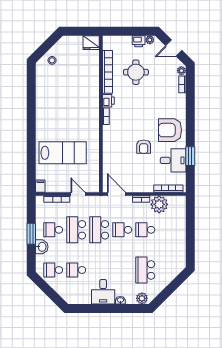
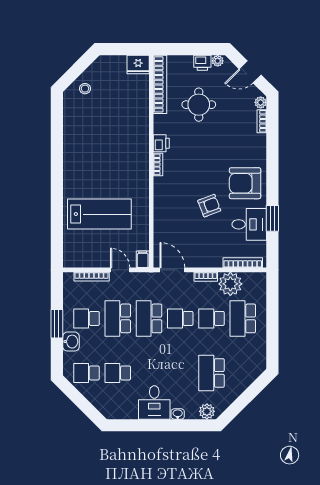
bookcase: (107, 72) -> (160, 84), moved
armchair: (144, 147) -> (209, 206), turned -111
filing cabinet: (40, 186) -> (143, 259), moved
school desk: (168, 230) -> (243, 318), added

